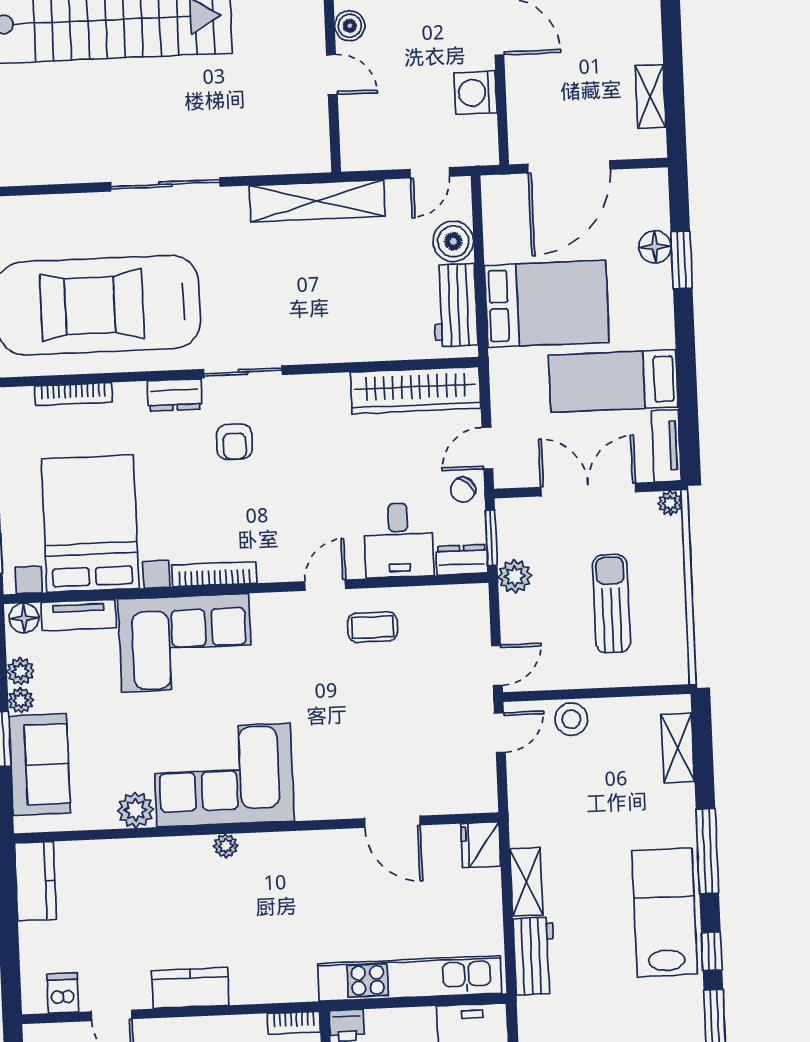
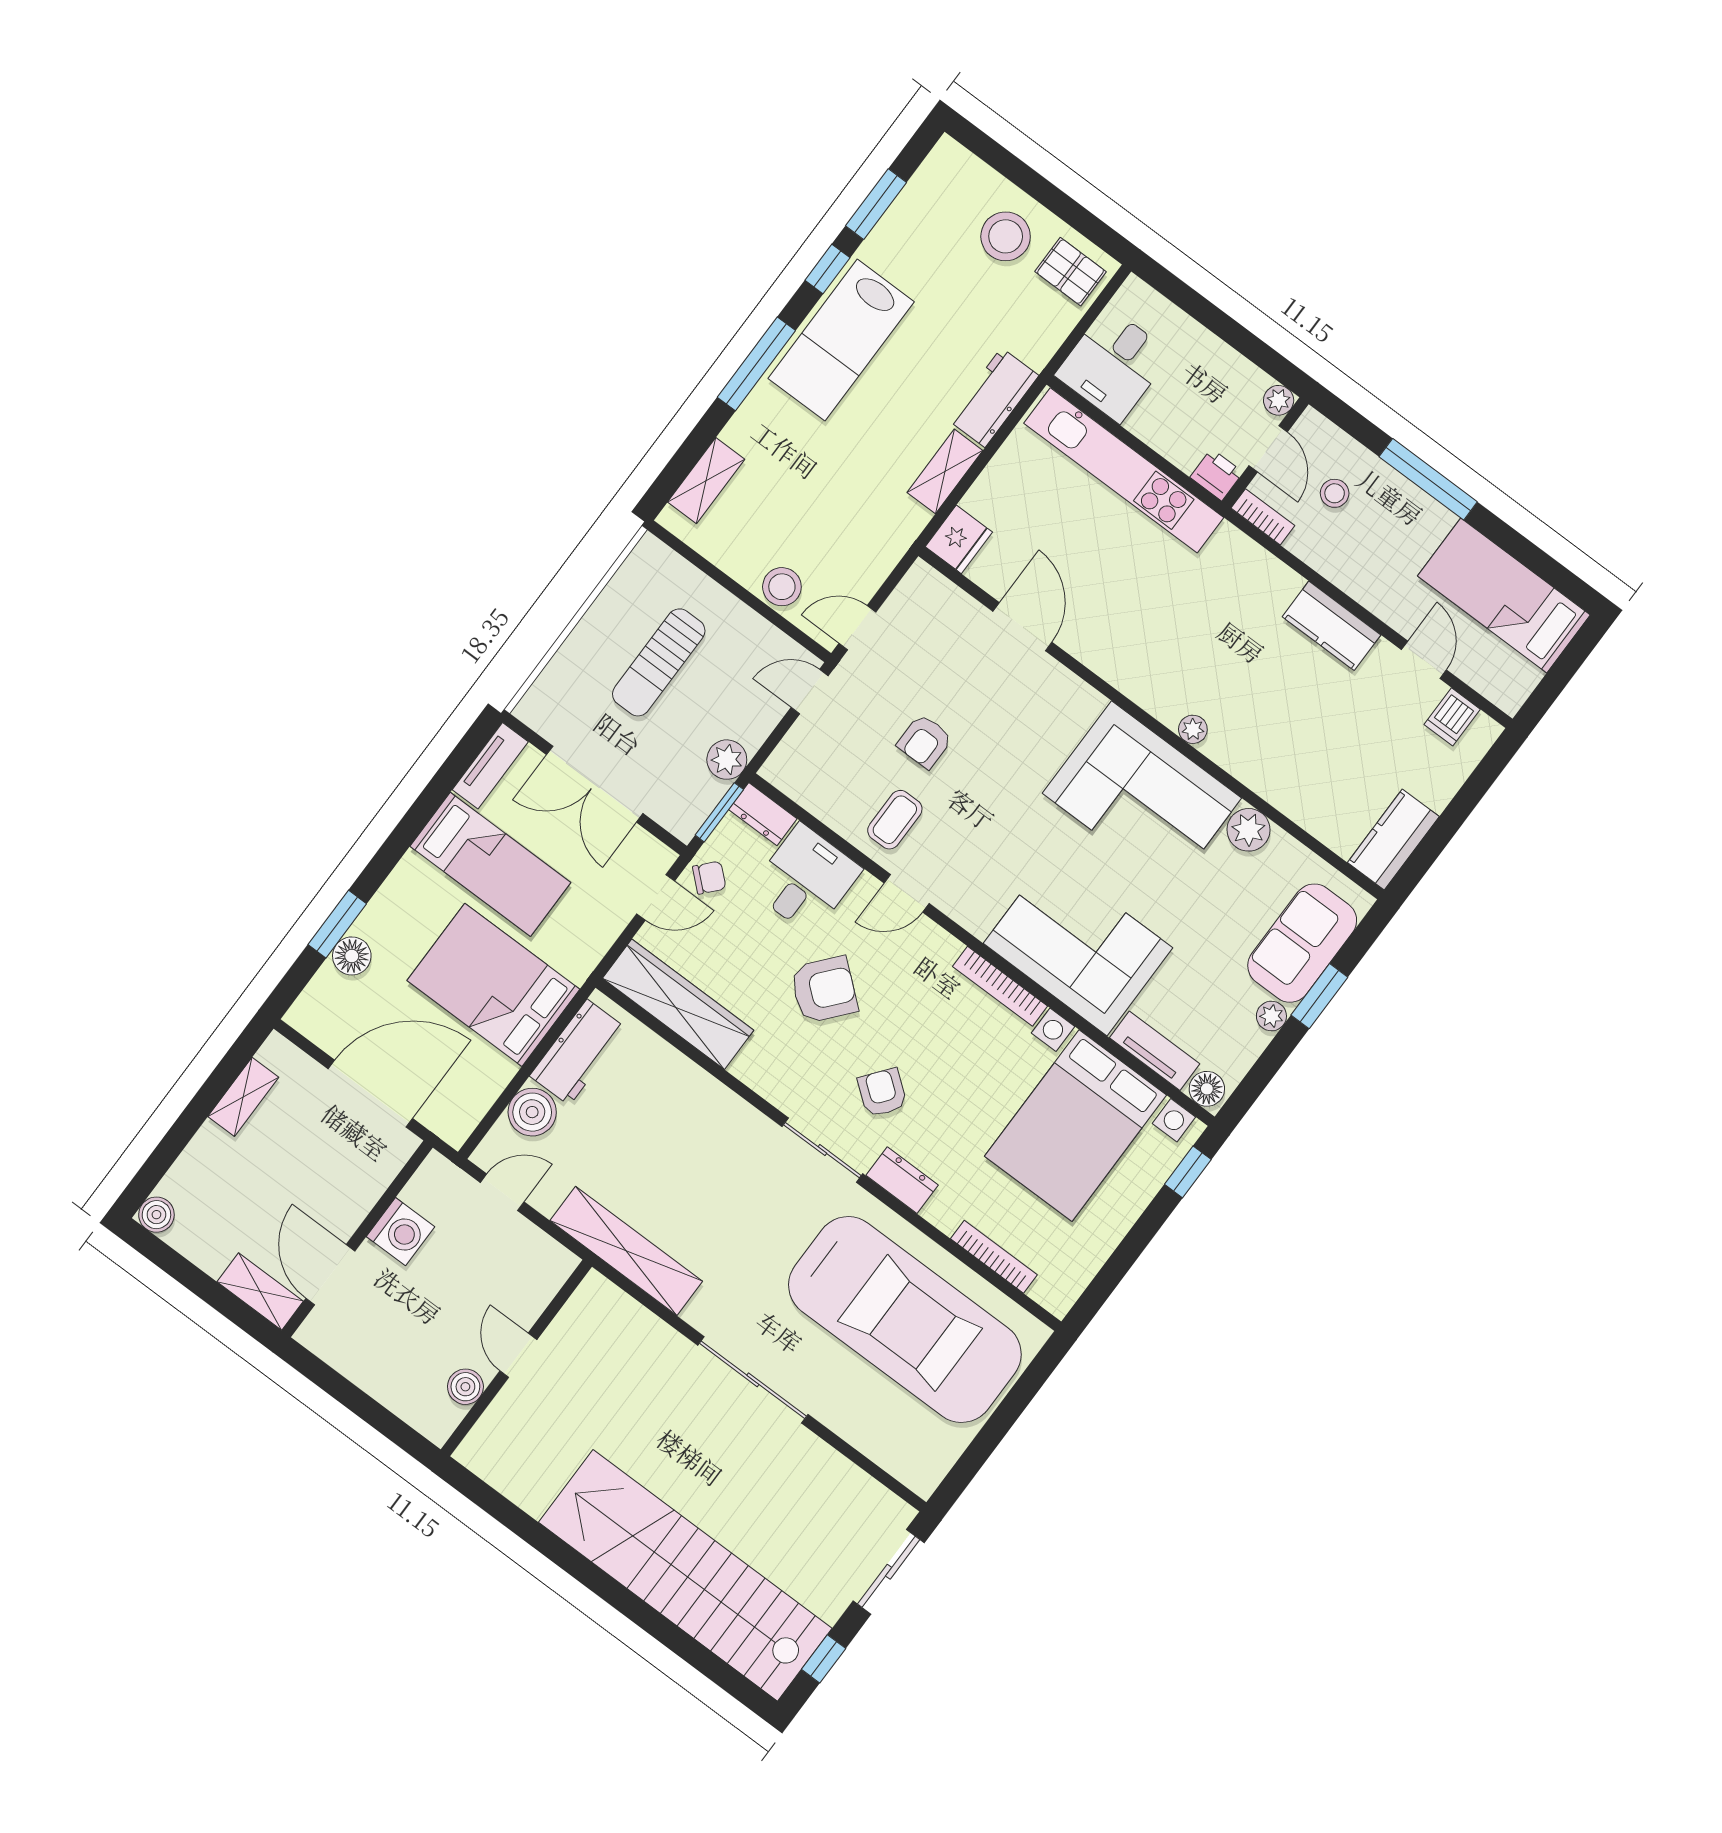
armchair: (234, 442) -> (882, 1093), turned -52
armchair: (328, 478) -> (824, 990), added
plant: (670, 503) -> (530, 710), removed
coffee table: (372, 627) -> (895, 820), turned 90
plant: (21, 671) -> (1250, 1043), removed
armchair: (395, 694) -> (925, 741), added

